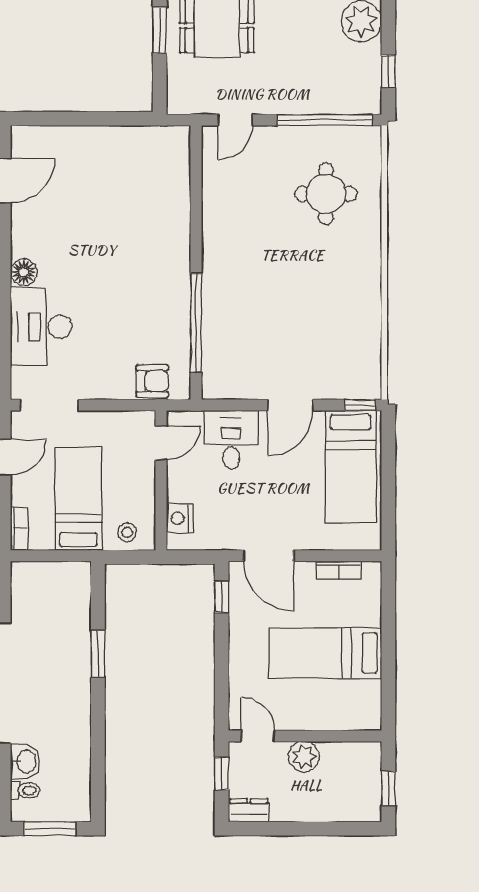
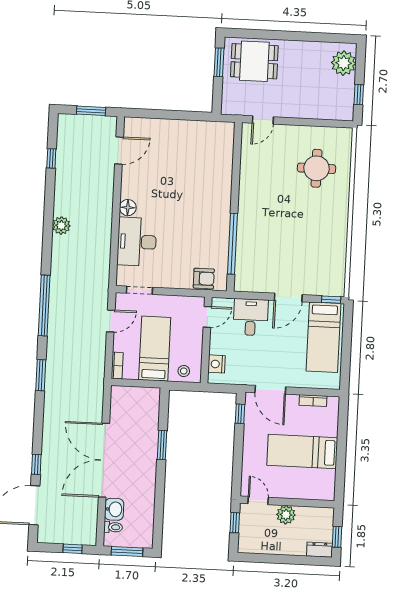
window: (325, 120) -> (318, 123), removed
doorway: (49, 405) -> (139, 290), width x0.73
dresser: (249, 810) -> (320, 550), moved

